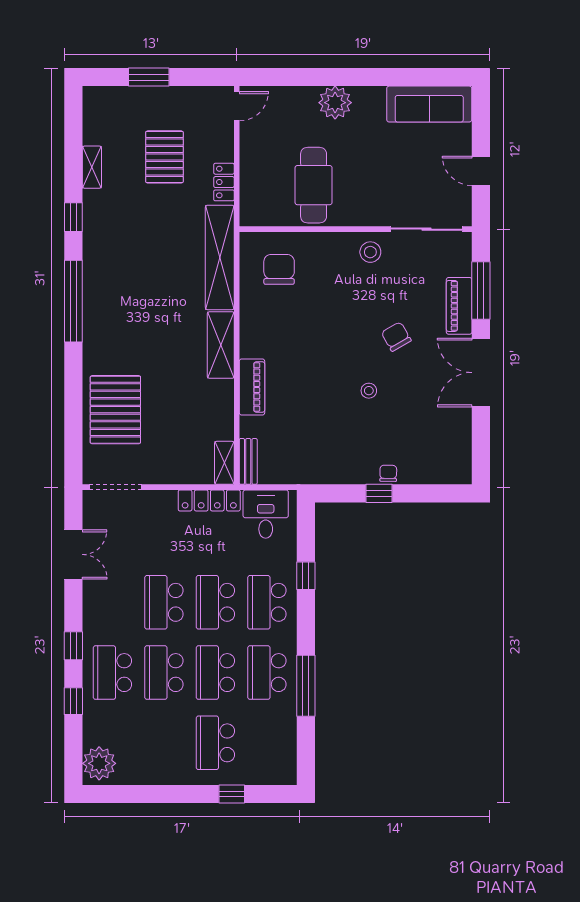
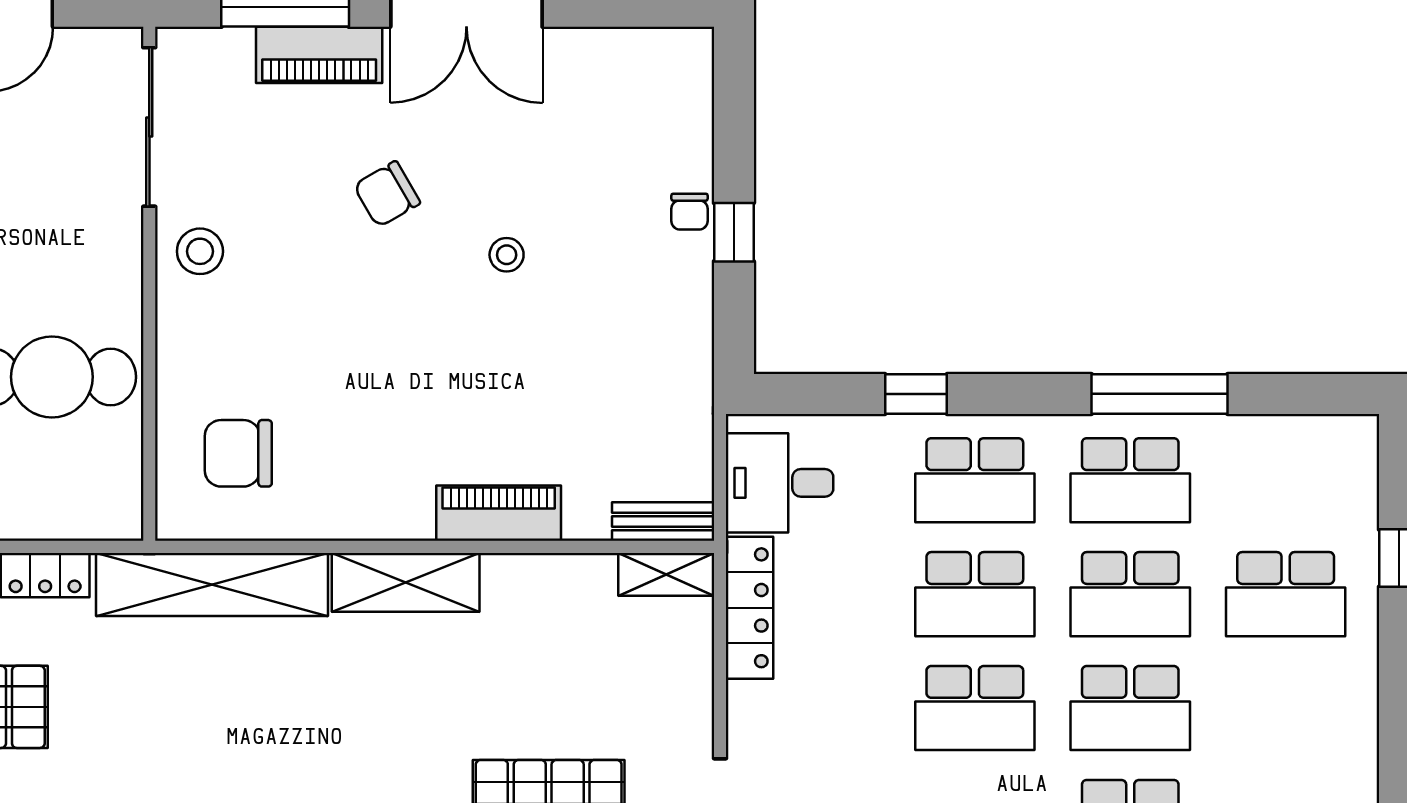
chair: (388, 473) -> (689, 212), turned -91

